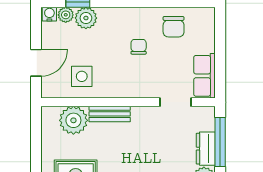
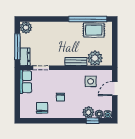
dresser: (206, 149) -> (25, 57), moved

